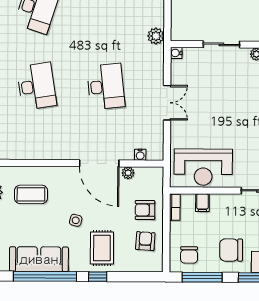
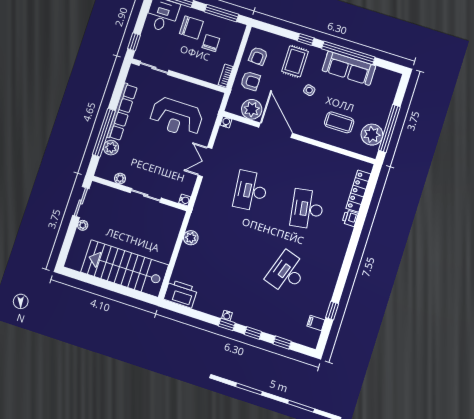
plant: (156, 36) -> (191, 238), moved
water cooler: (140, 155) -> (226, 122), moved
reception desk: (203, 167) -> (176, 117), moved, turned 180
plant: (128, 173) -> (252, 109), width x1.88, depth x1.88
filing cabinet: (202, 203) -> (202, 72), removed
chair: (189, 255) -> (211, 43), moved

